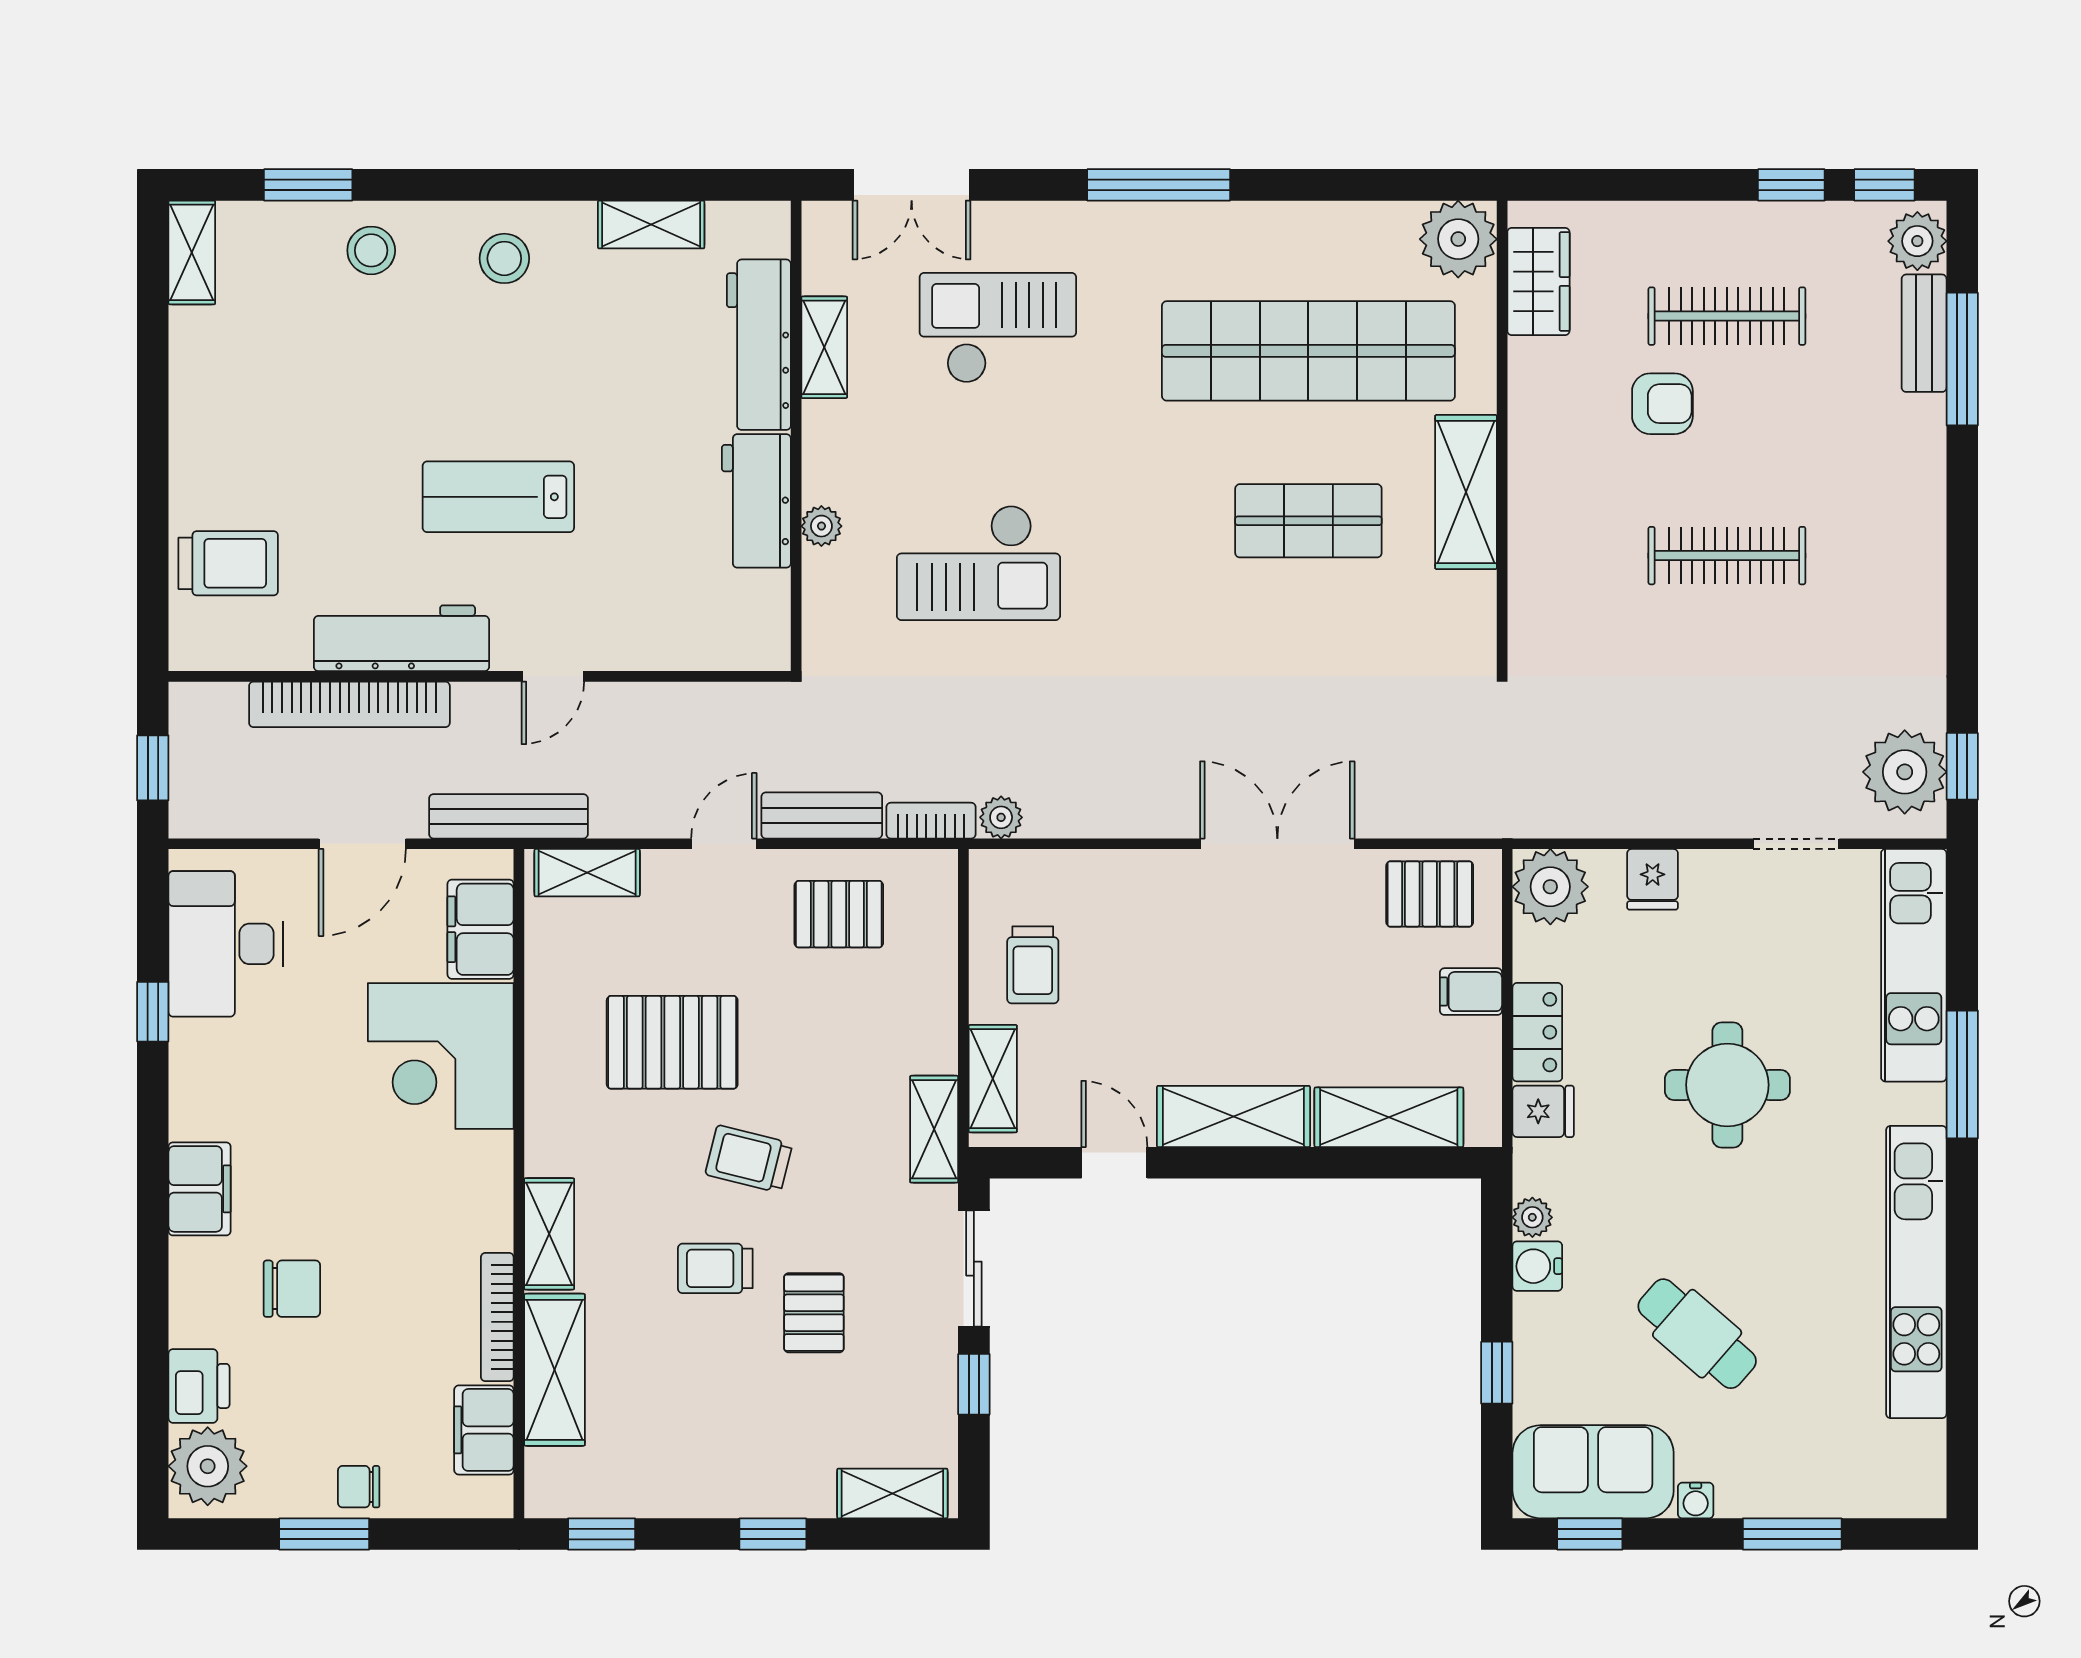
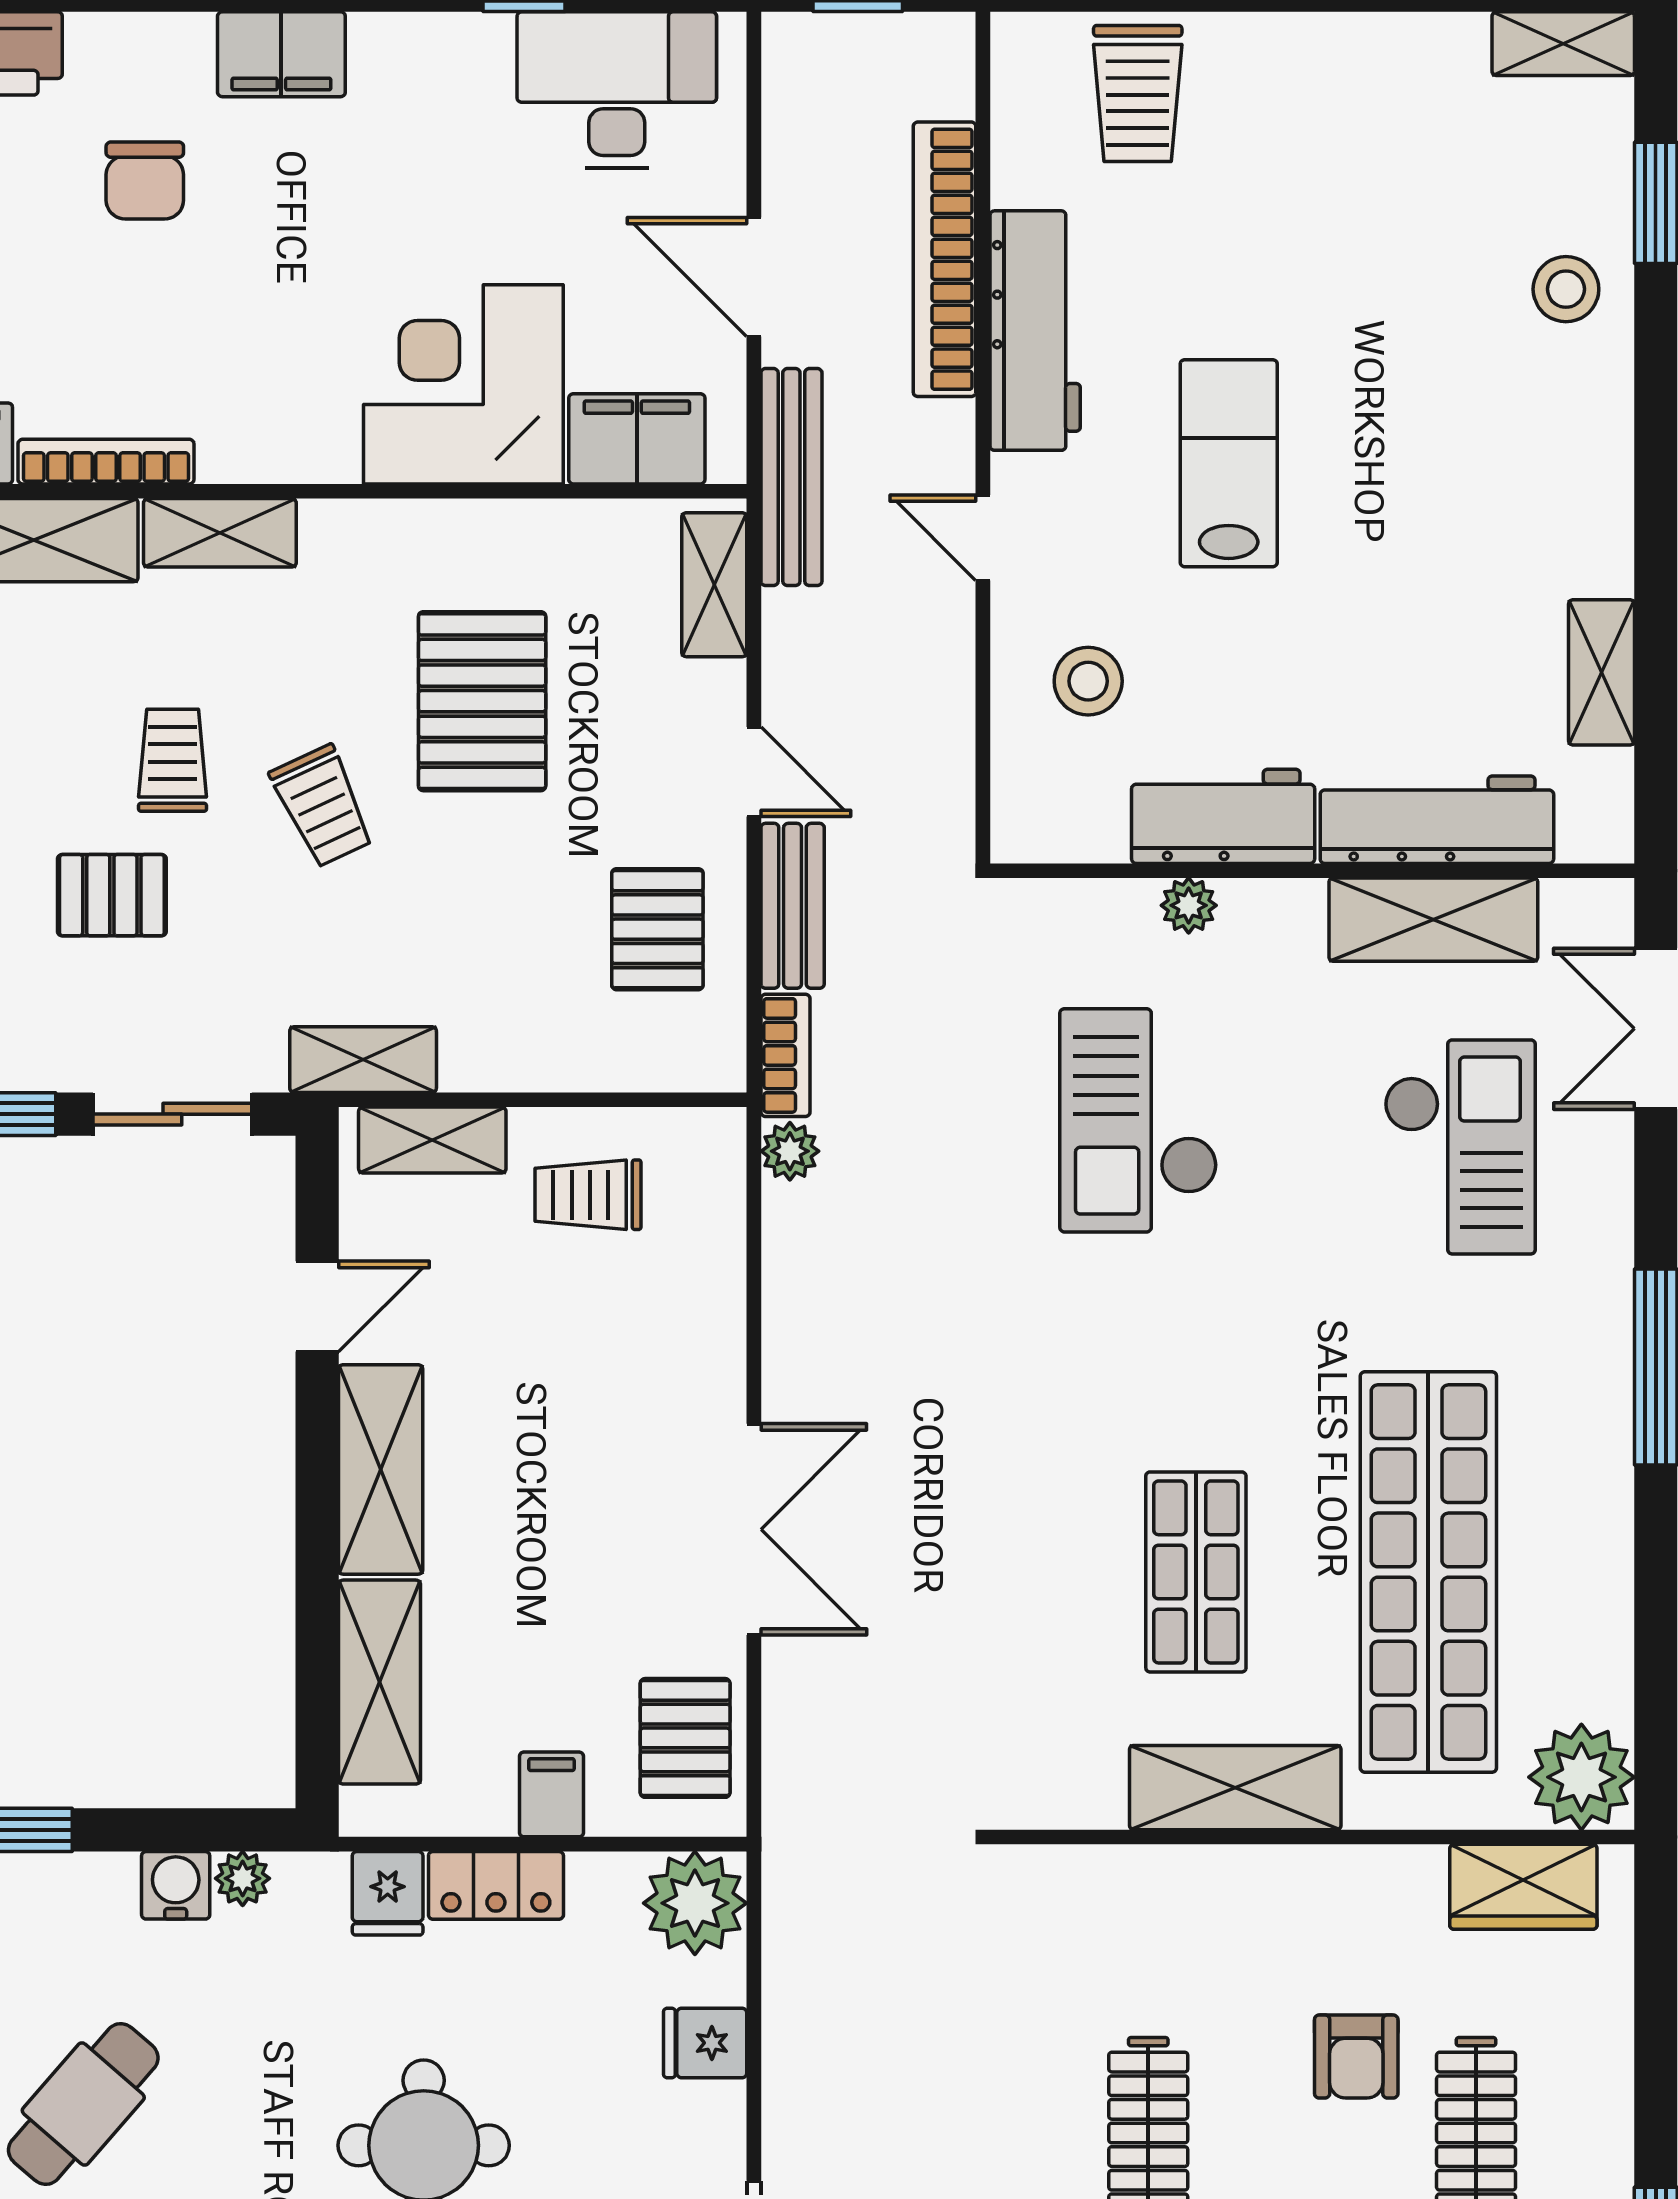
stool: (504, 258) -> (1088, 681), moved
shelving: (824, 347) -> (1433, 920), width x1.50, depth x1.33
trolley: (749, 1159) -> (322, 806), turned 141

